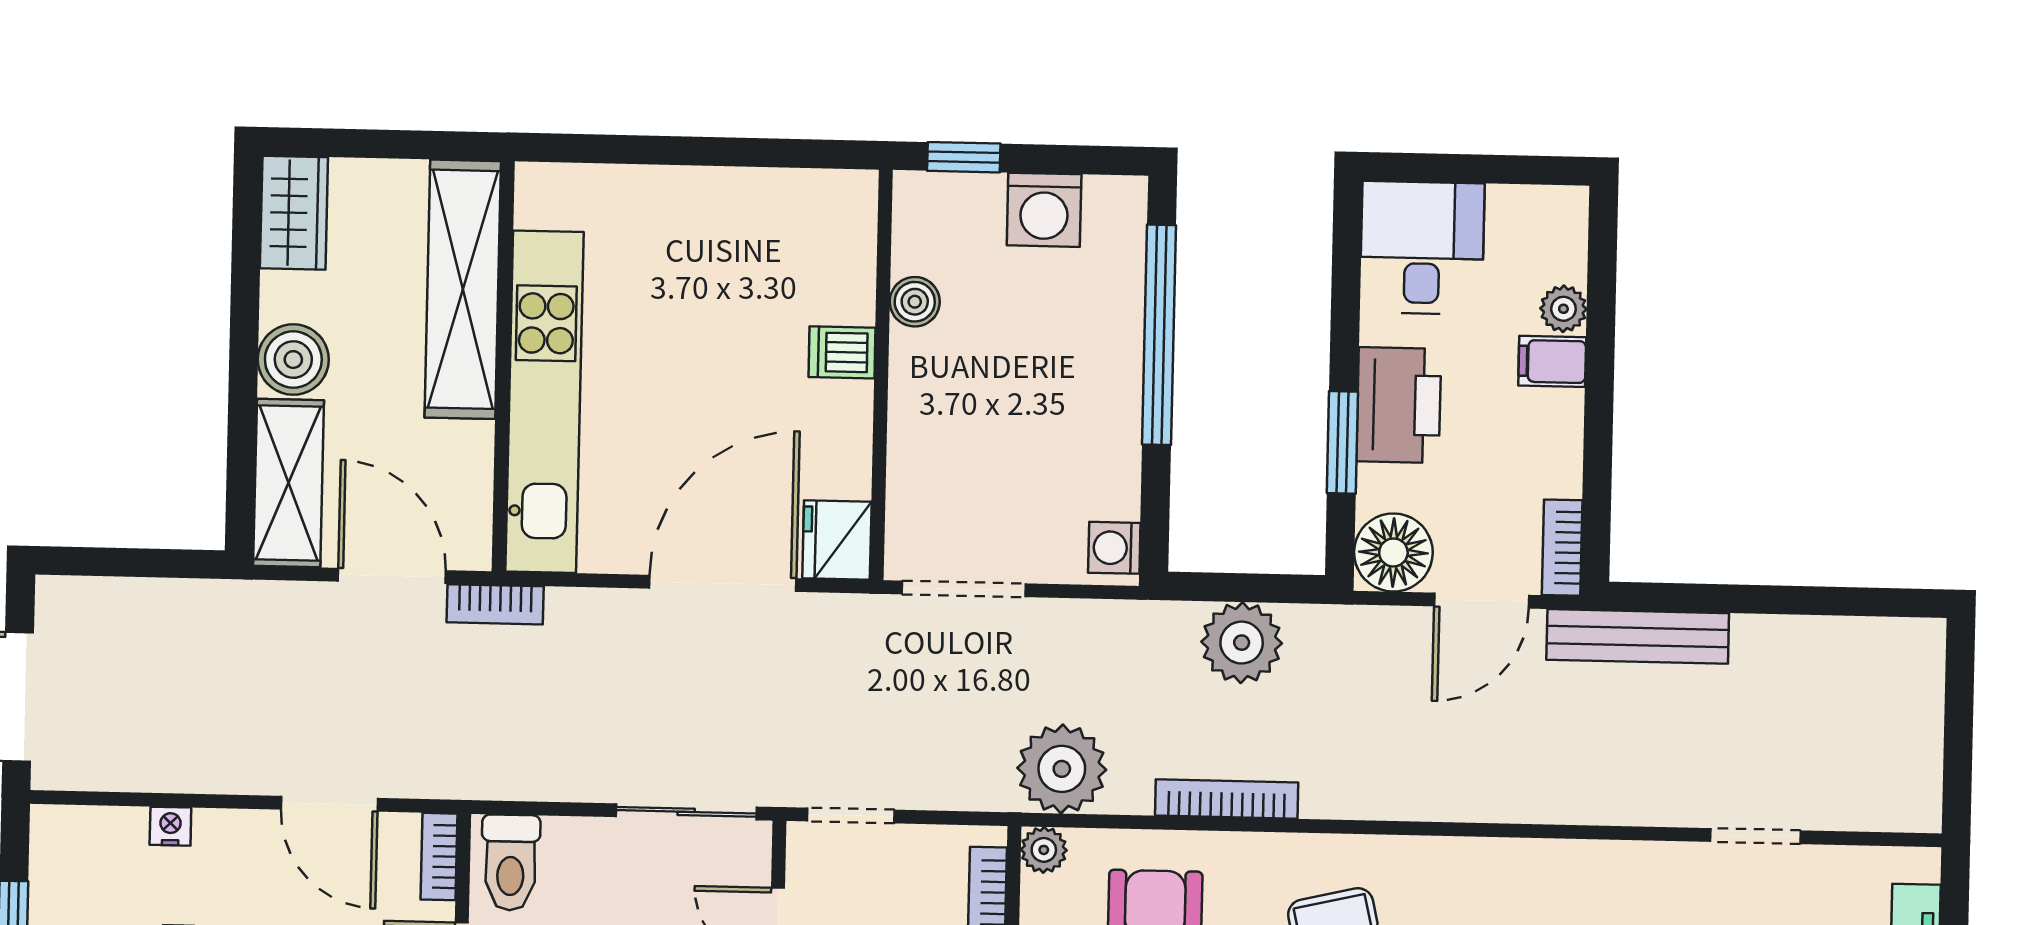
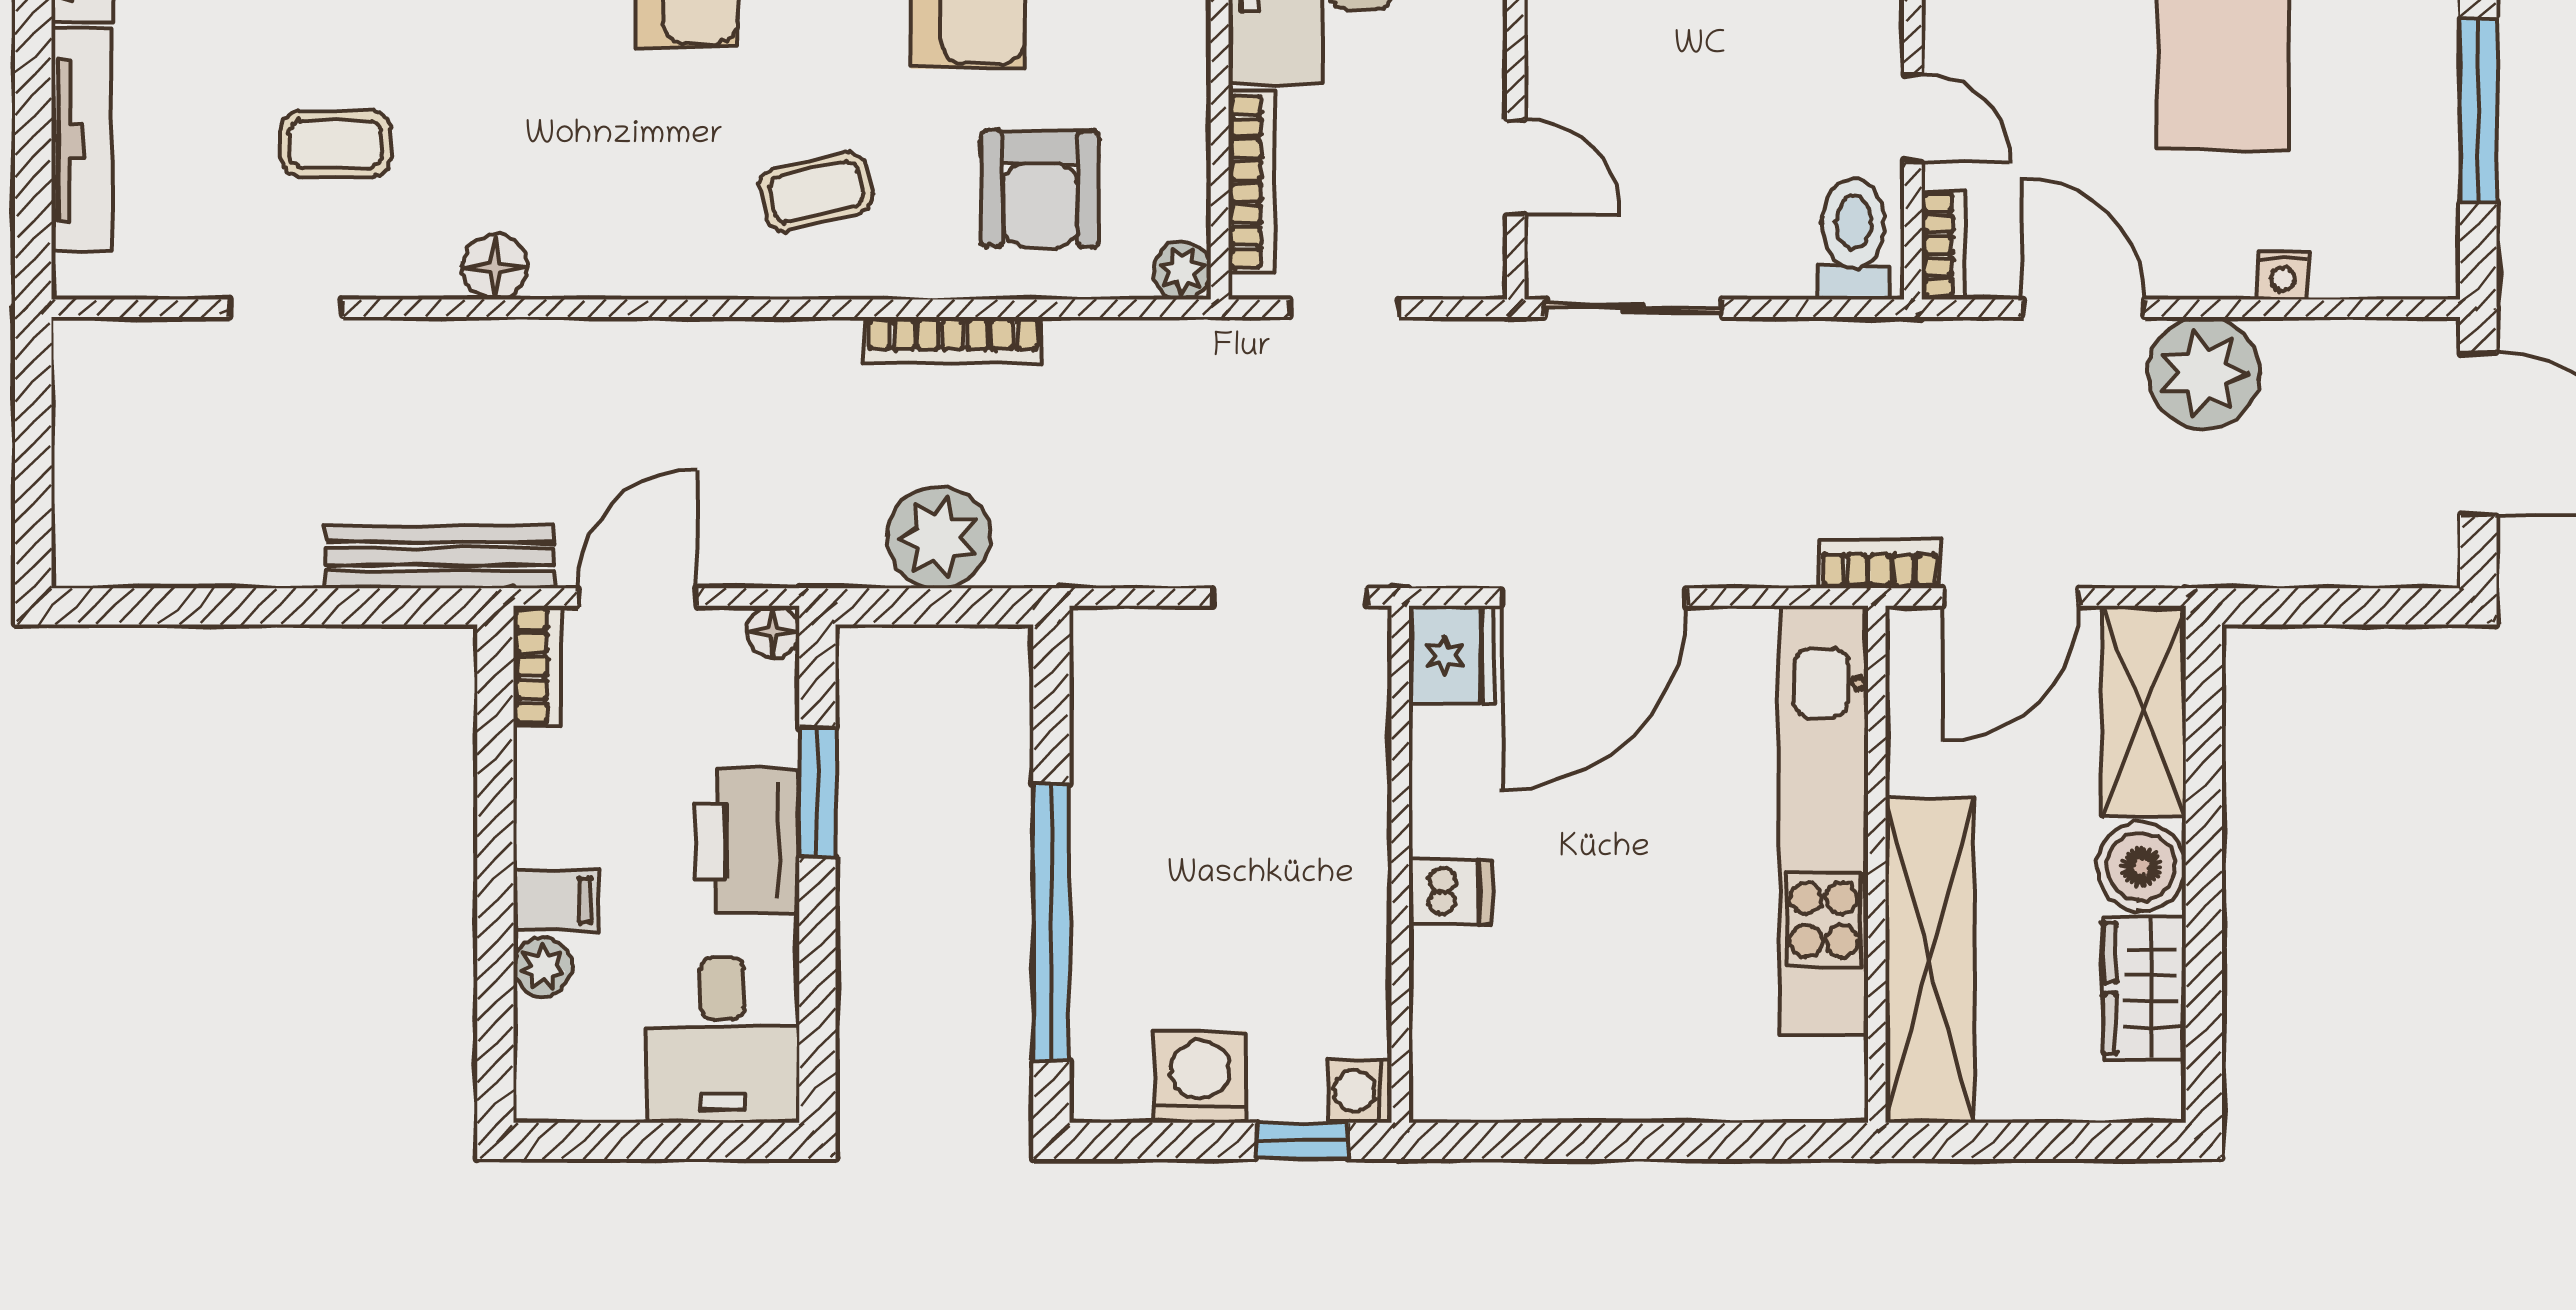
wardrobe: (294, 213) -> (2145, 988), moved
boiler: (915, 302) -> (1360, 957), removed
washing machine: (1114, 548) -> (1359, 1091), moved, turned 180
floor lamp: (1393, 552) -> (773, 632), width x0.53, depth x0.53
door: (392, 576) -> (2011, 597), hinge flipped
plant: (1062, 769) -> (2204, 373), moved
doorway: (851, 816) -> (1345, 308), moved
floor lamp: (1589, 865) -> (495, 267), added

